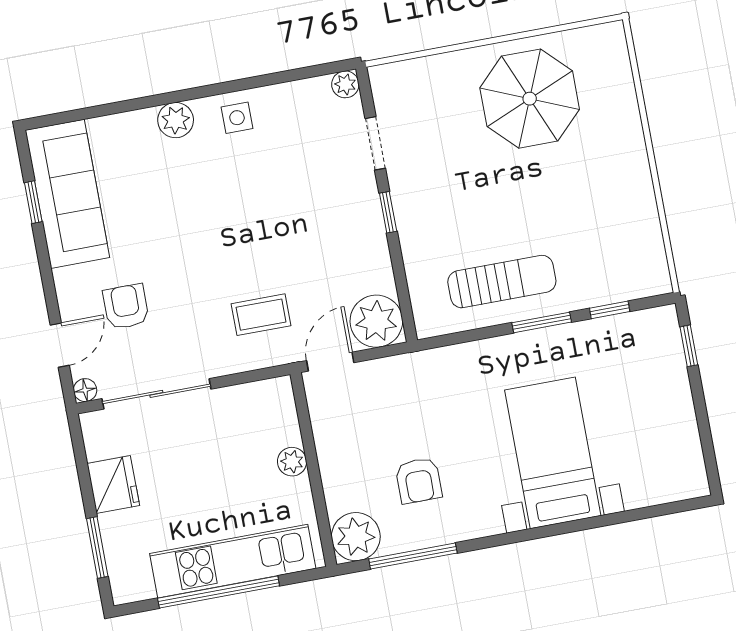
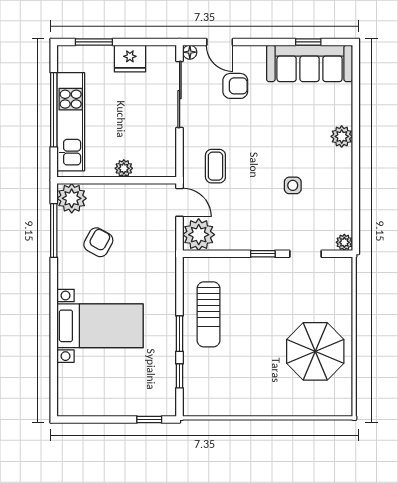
side table: (237, 118) -> (293, 185), moved
armchair: (419, 481) -> (98, 242), turned 119

